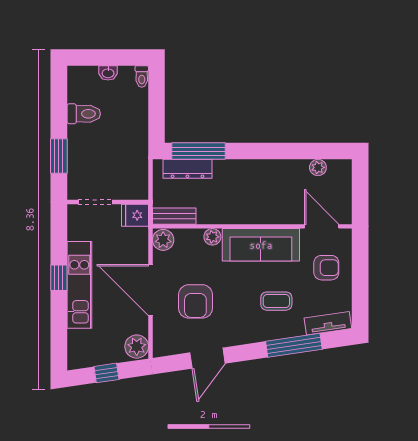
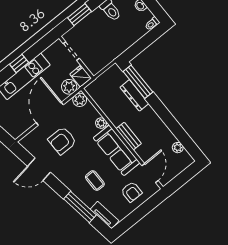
dresser: (187, 169) -> (134, 95), moved
bench: (174, 216) -> (129, 136), moved
plant: (137, 347) -> (69, 87), moved

